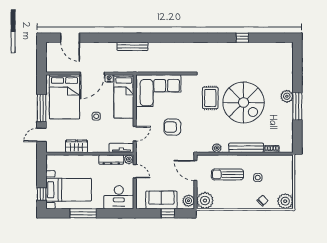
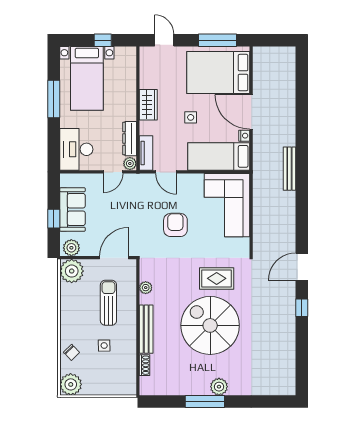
door: (70, 38) -> (302, 267), moved
window: (242, 38) -> (302, 308), moved
spiral stairs: (244, 103) -> (210, 325), turned 90
window: (42, 108) -> (218, 40), moved
wardrobe: (77, 146) -> (148, 105), moved
window: (42, 194) -> (103, 40), moved

